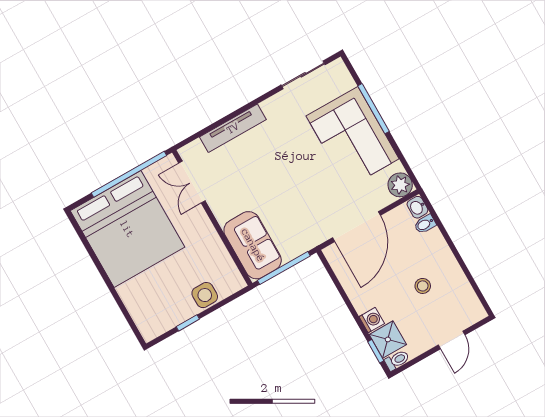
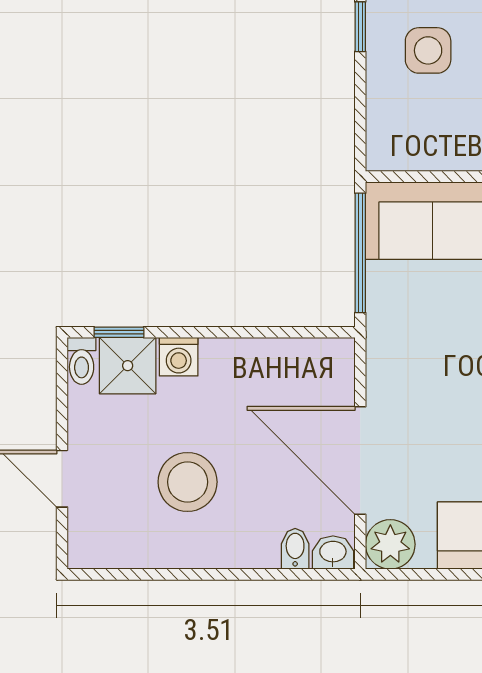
door: (356, 227) -> (360, 461), moved
stool: (423, 286) -> (188, 482), width x1.89, depth x1.89
side table: (205, 295) -> (428, 50), moved

